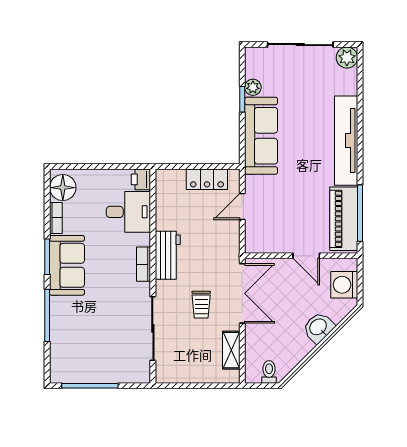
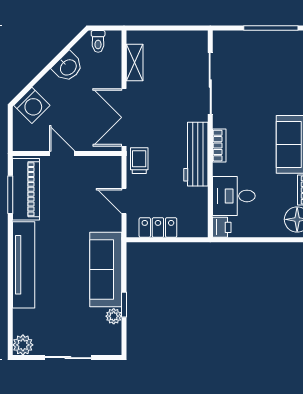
sliding door: (300, 45) -> (68, 358), width x0.73
door: (242, 207) -> (124, 201), swing flipped
window: (360, 213) -> (10, 195), width x0.69
workbench: (168, 255) -> (196, 154), width x1.37
washing machine: (344, 285) -> (32, 105), moved, turned 45
trolley: (201, 305) -> (139, 161), moved
washbasin: (319, 327) -> (68, 67), moved

